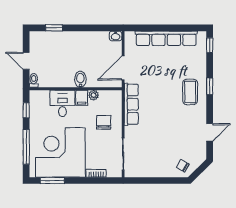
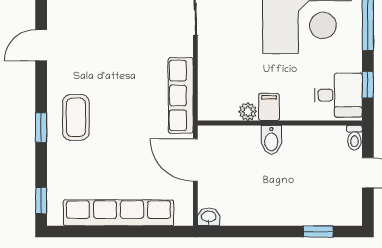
door: (123, 68) -> (195, 160), swing flipped
desk: (62, 103) -> (338, 95), moved, turned -90
chair: (104, 122) -> (230, 63), removed

